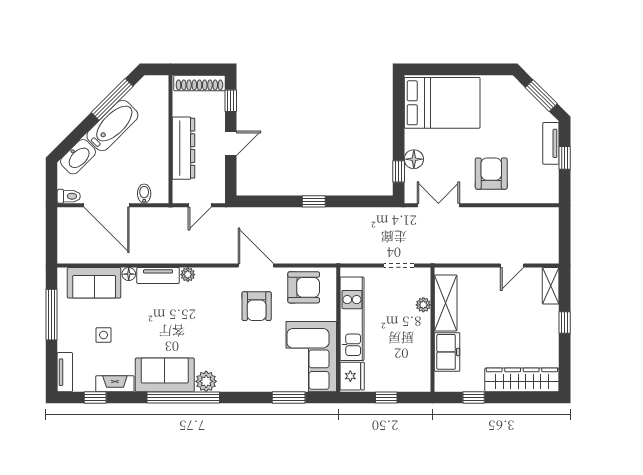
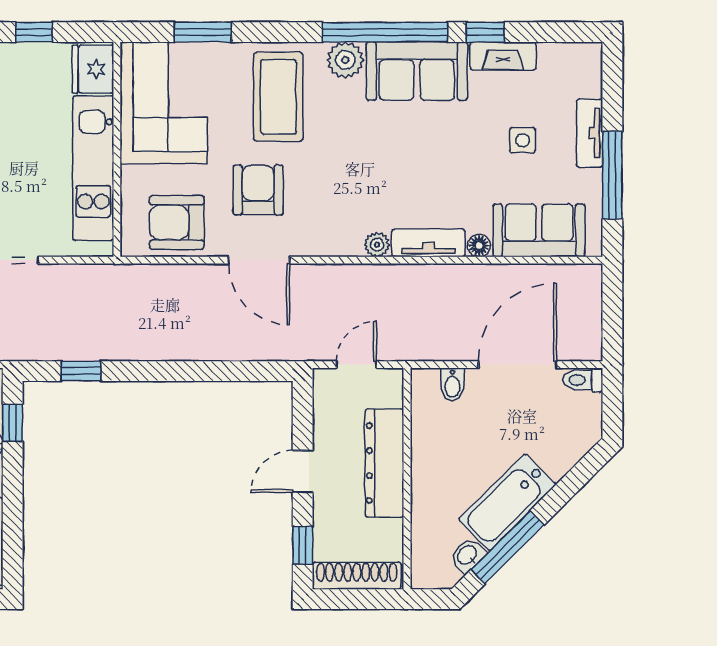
washbasin: (78, 157) -> (468, 555), moved, width x0.52, depth x0.69
window: (314, 201) -> (81, 371), moved
door: (107, 205) -> (517, 365), hinge flipped
coffee table: (245, 360) -> (278, 97), added
tv unit: (65, 372) -> (590, 133), moved
window: (95, 398) -> (485, 32), moved

